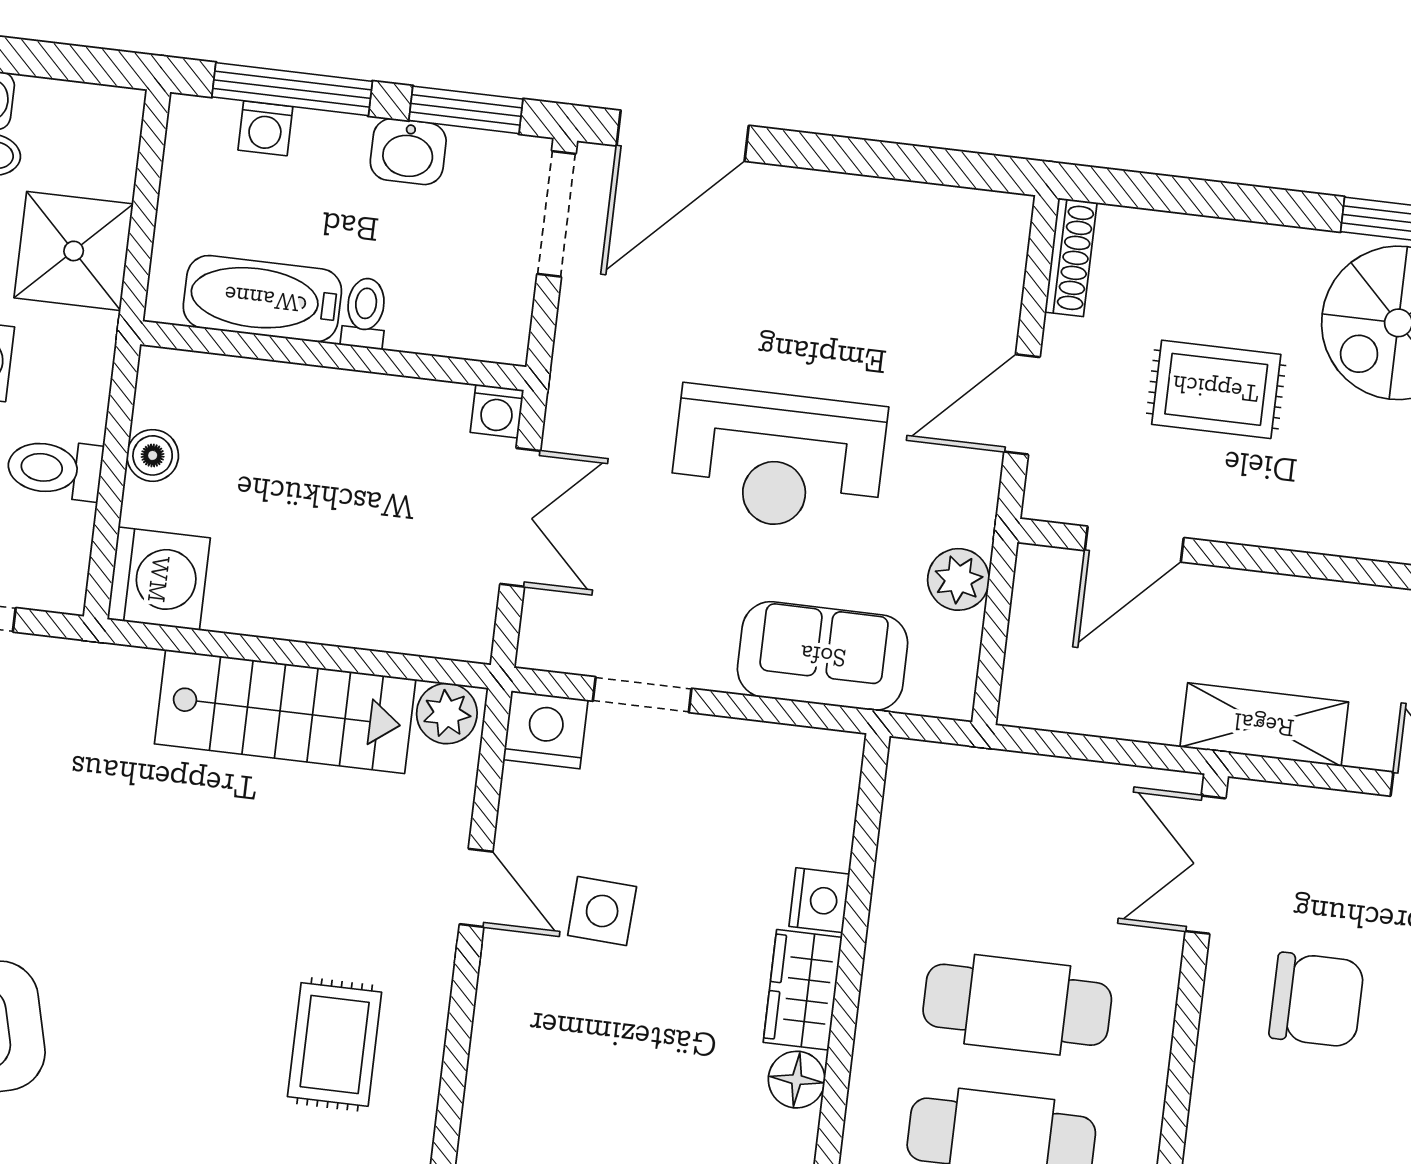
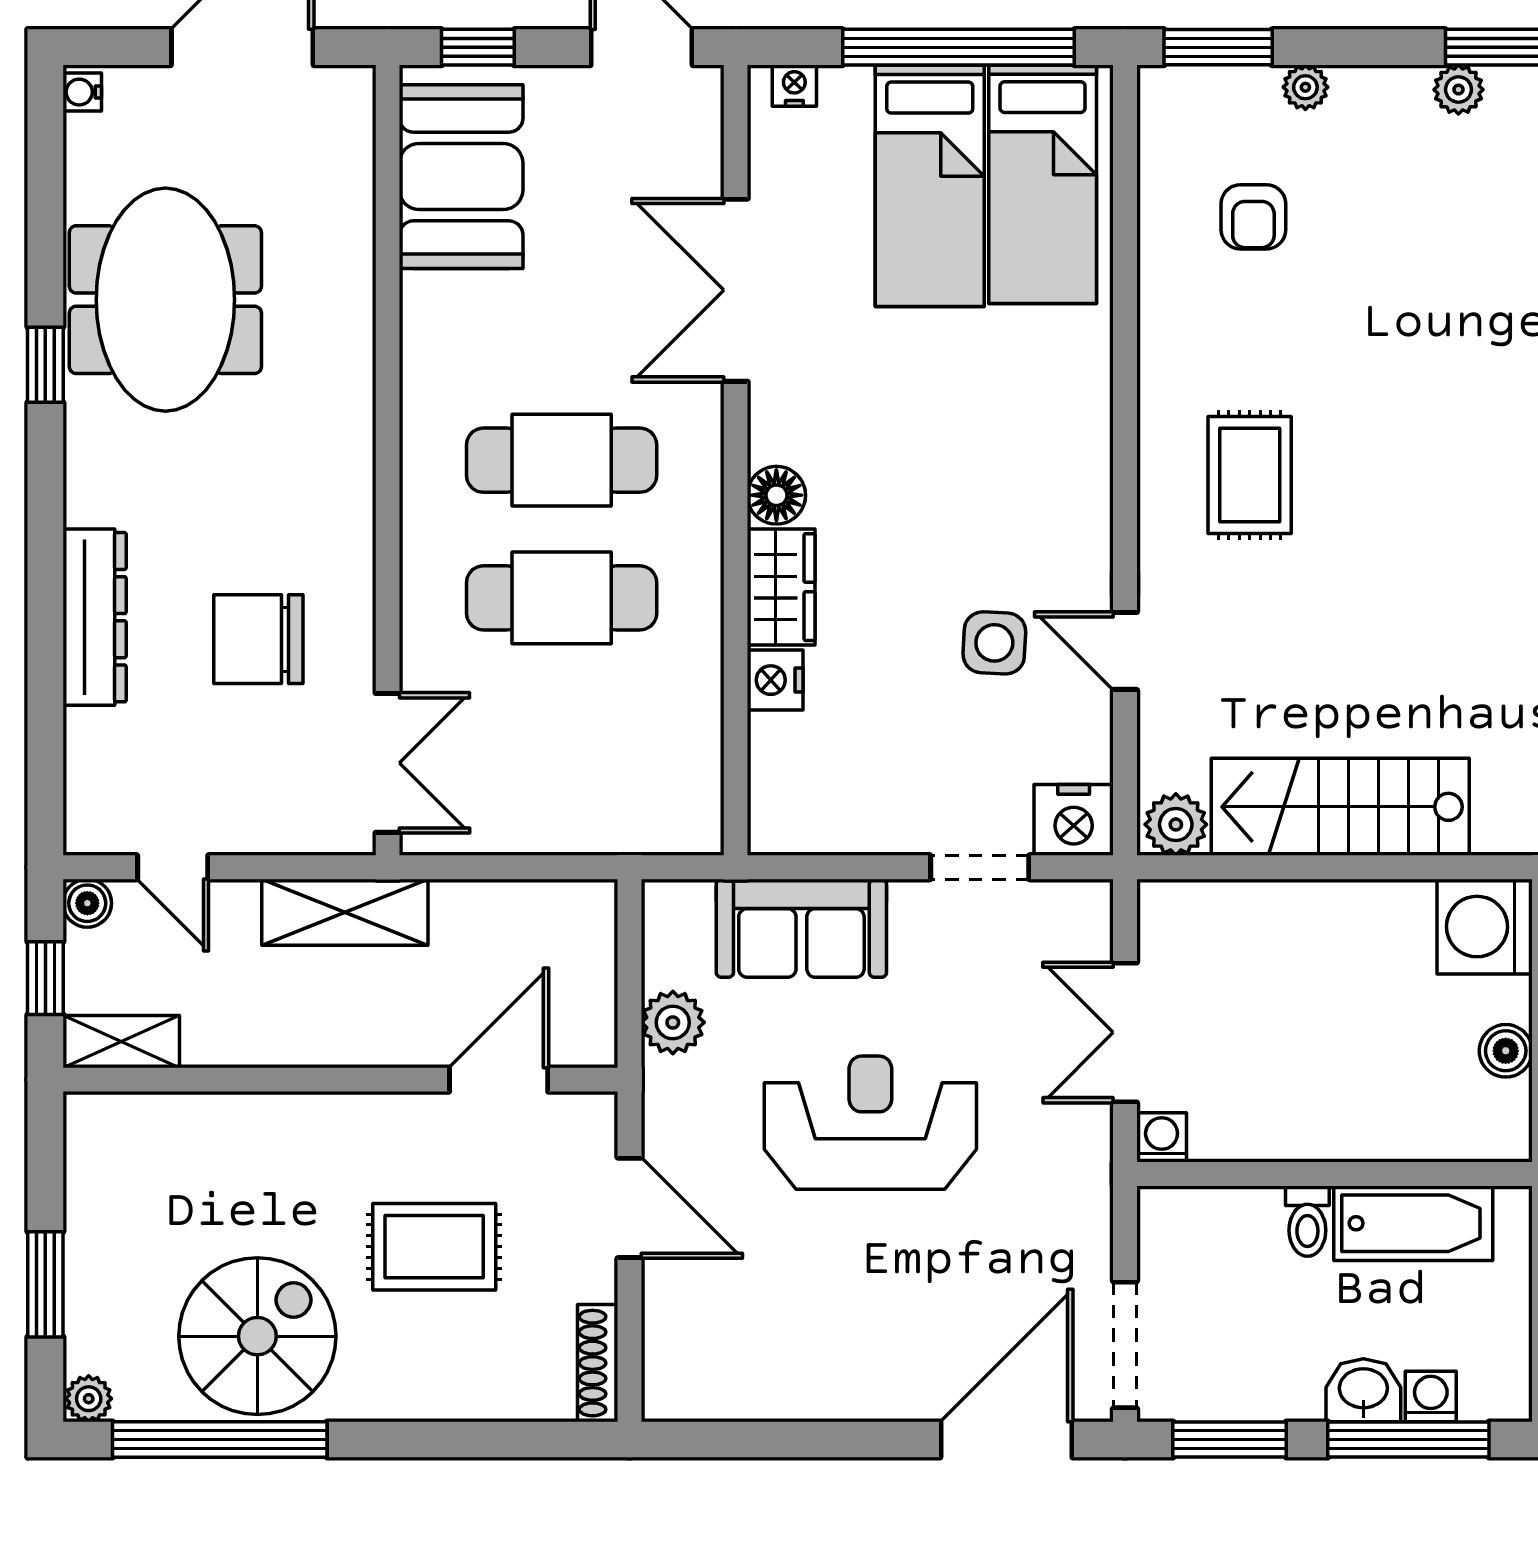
washbasin: (408, 152) -> (1363, 1390), moved
door: (1022, 404) -> (629, 1208), hinge flipped

